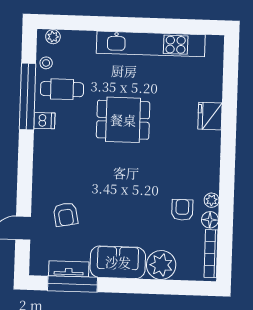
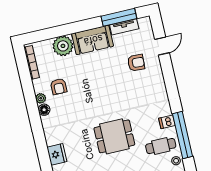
armchair: (66, 214) -> (136, 63), turned 104
floor lamp: (210, 220) -> (44, 110), moved

